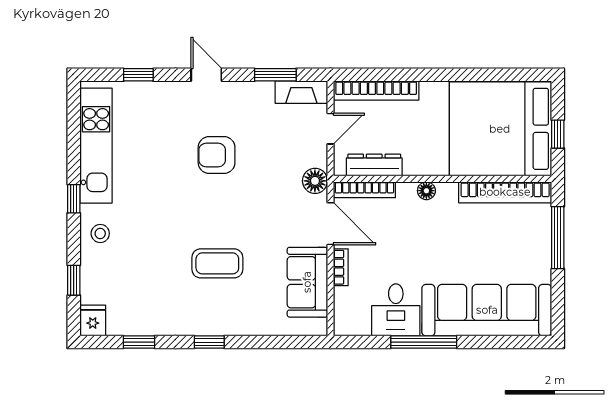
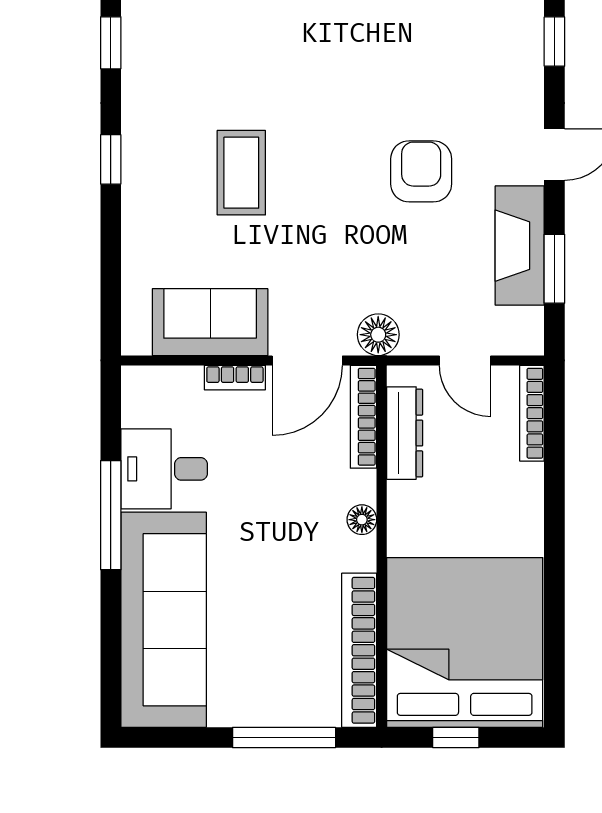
bookcase: (376, 91) -> (532, 413), width x0.68, depth x0.76
fireplace: (301, 92) -> (520, 246), moved, width x1.37, depth x1.32

